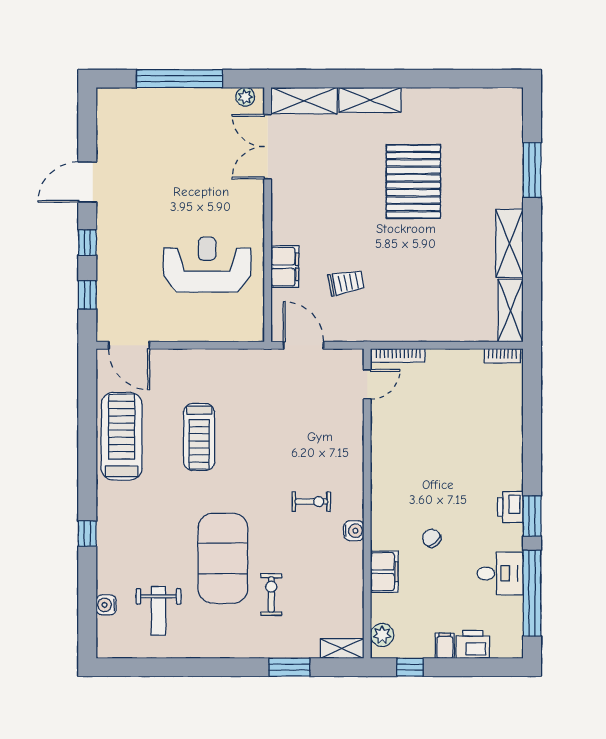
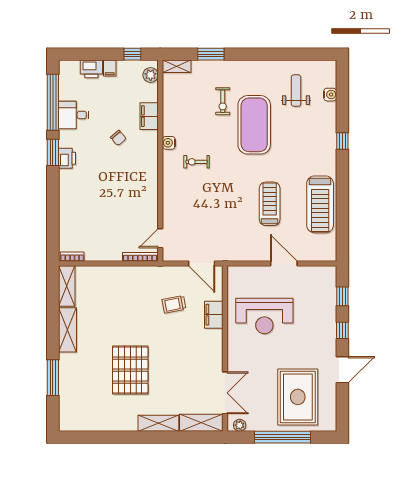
rug: (156, 140) -> (298, 397), added
door: (129, 345) -> (284, 264), moved

